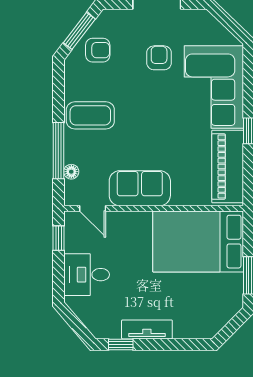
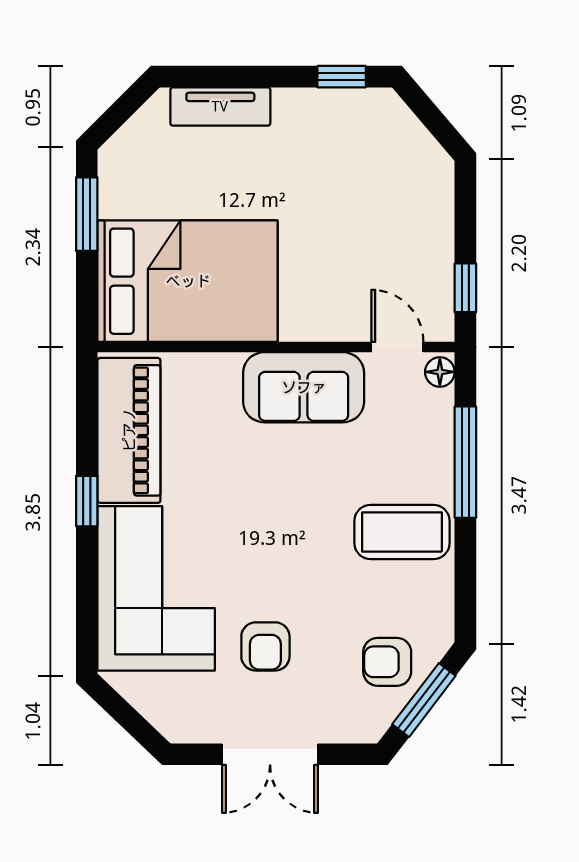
floor lamp: (71, 172) -> (440, 372), moved
desk: (87, 275) -> (409, 215), removed
tv unit: (147, 329) -> (220, 106), moved

